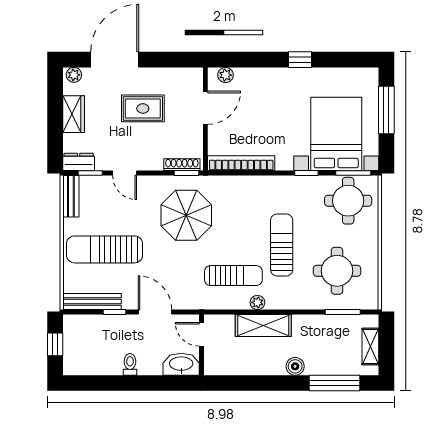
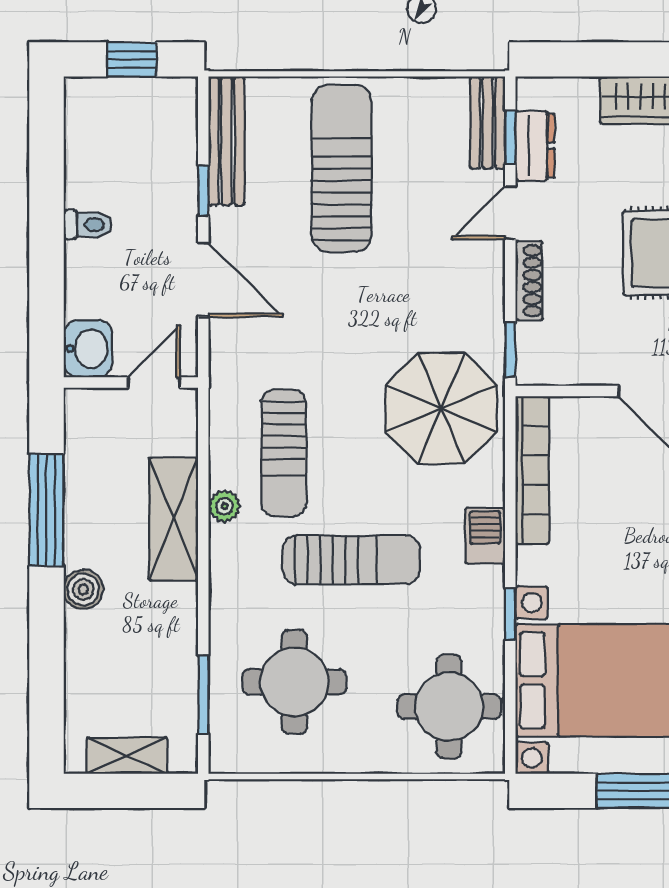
dresser: (79, 162) -> (535, 146), moved
shoe rack: (182, 165) -> (529, 281), moved
window: (353, 173) -> (510, 718), removed
barbecue: (271, 184) -> (485, 536), added
bench: (71, 196) -> (488, 123), moved, turned 90
parasol: (186, 215) -> (441, 408), moved
door: (155, 312) -> (203, 280), hinge flipped
washbasin: (181, 364) -> (88, 349), width x0.72
window: (335, 383) -> (46, 510), moved

